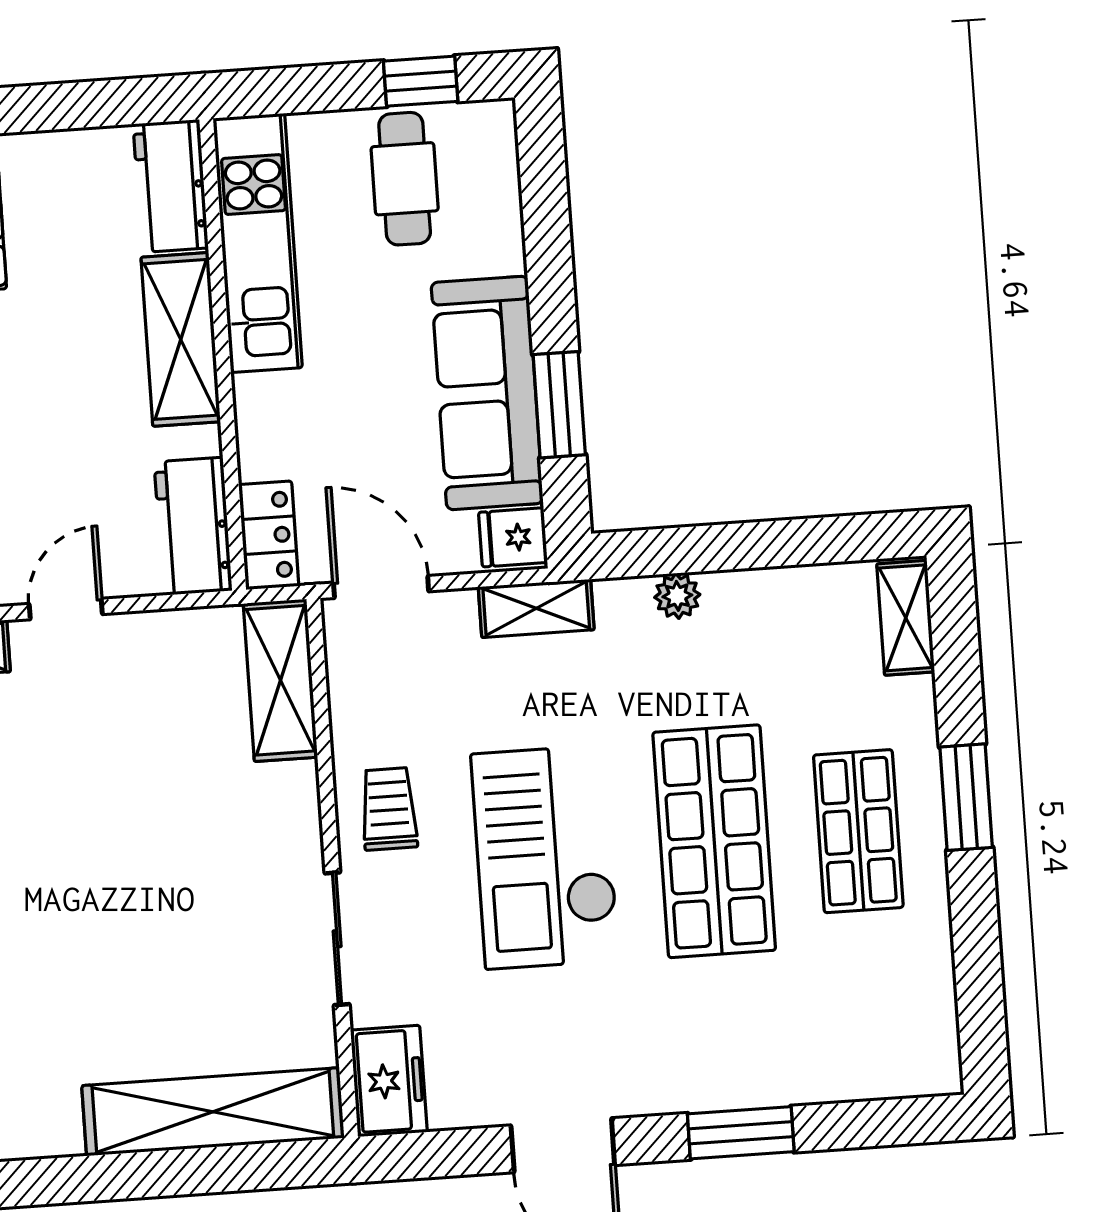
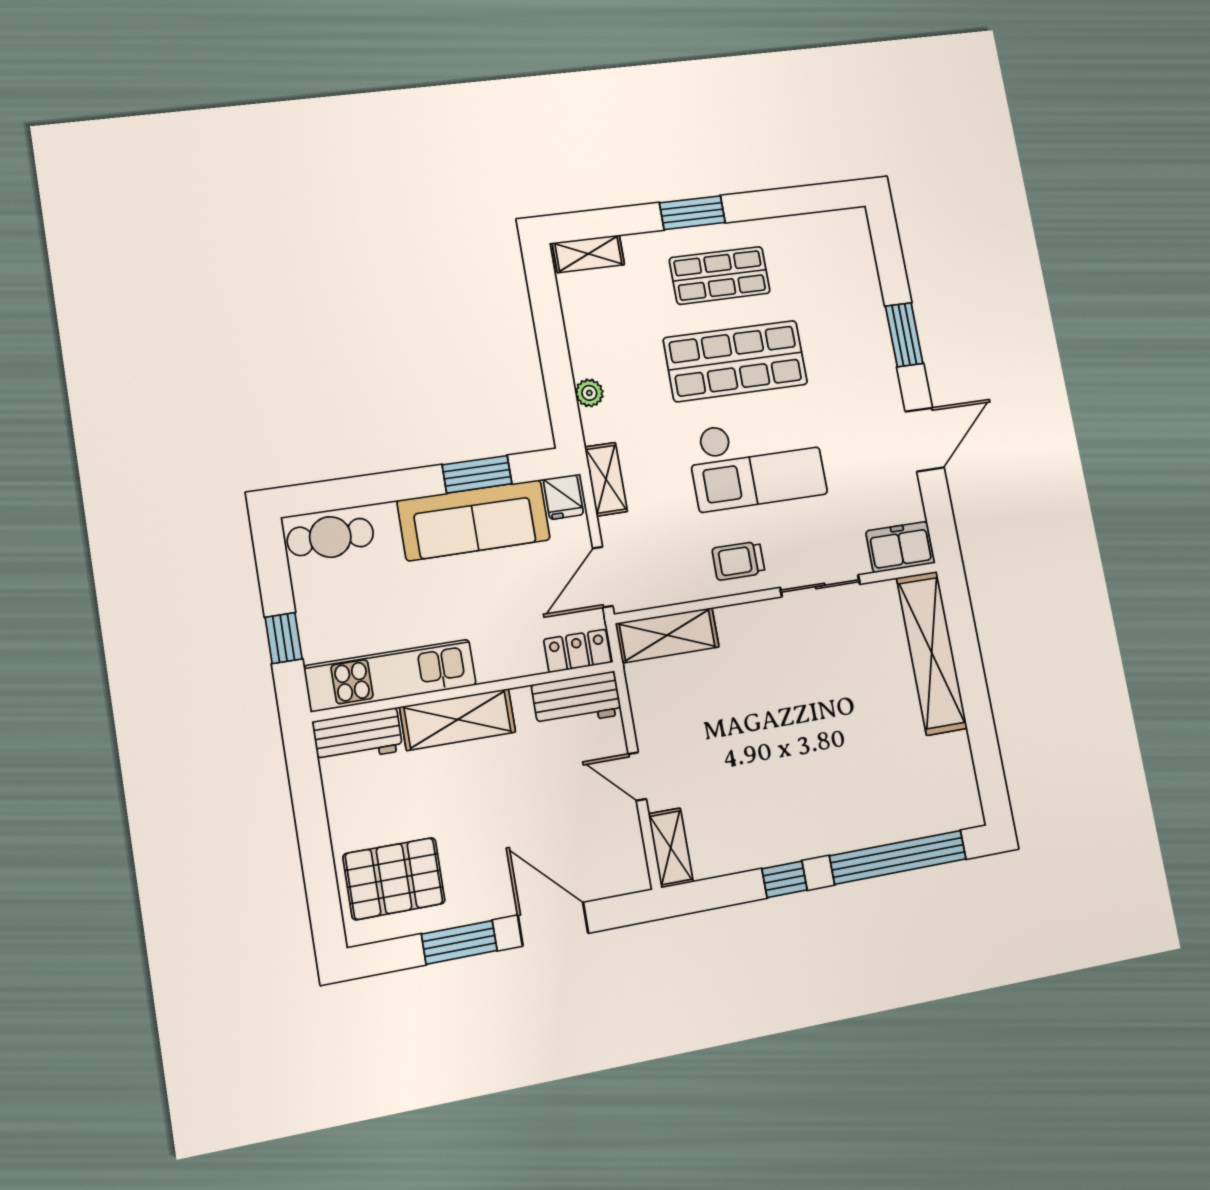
window: (421, 81) -> (284, 638), moved
cafe table: (405, 179) -> (330, 537), moved

